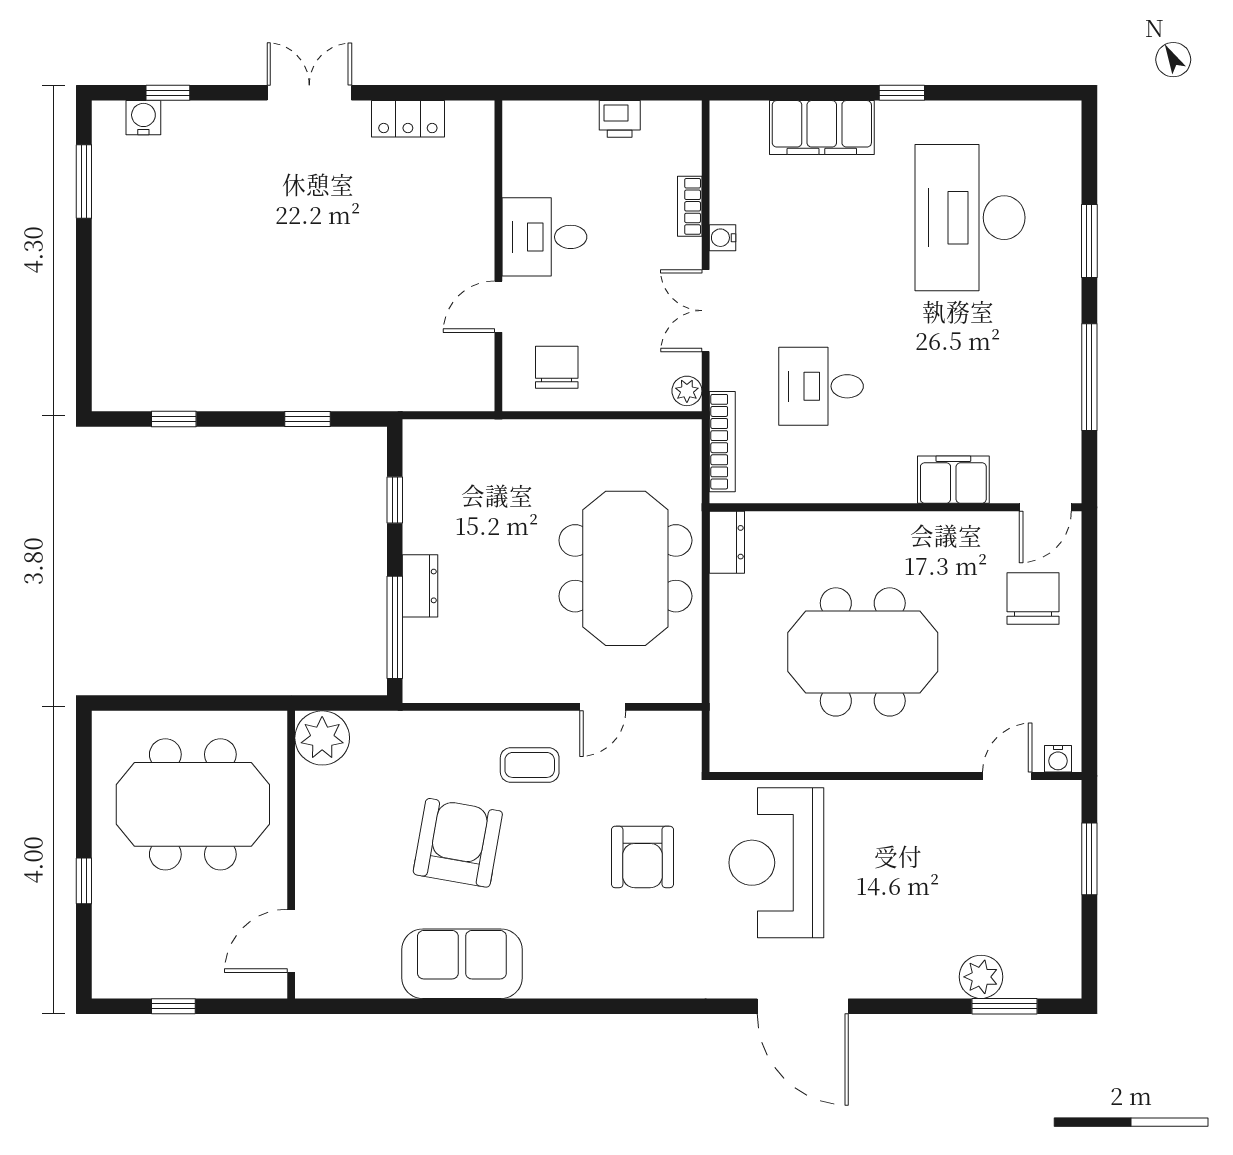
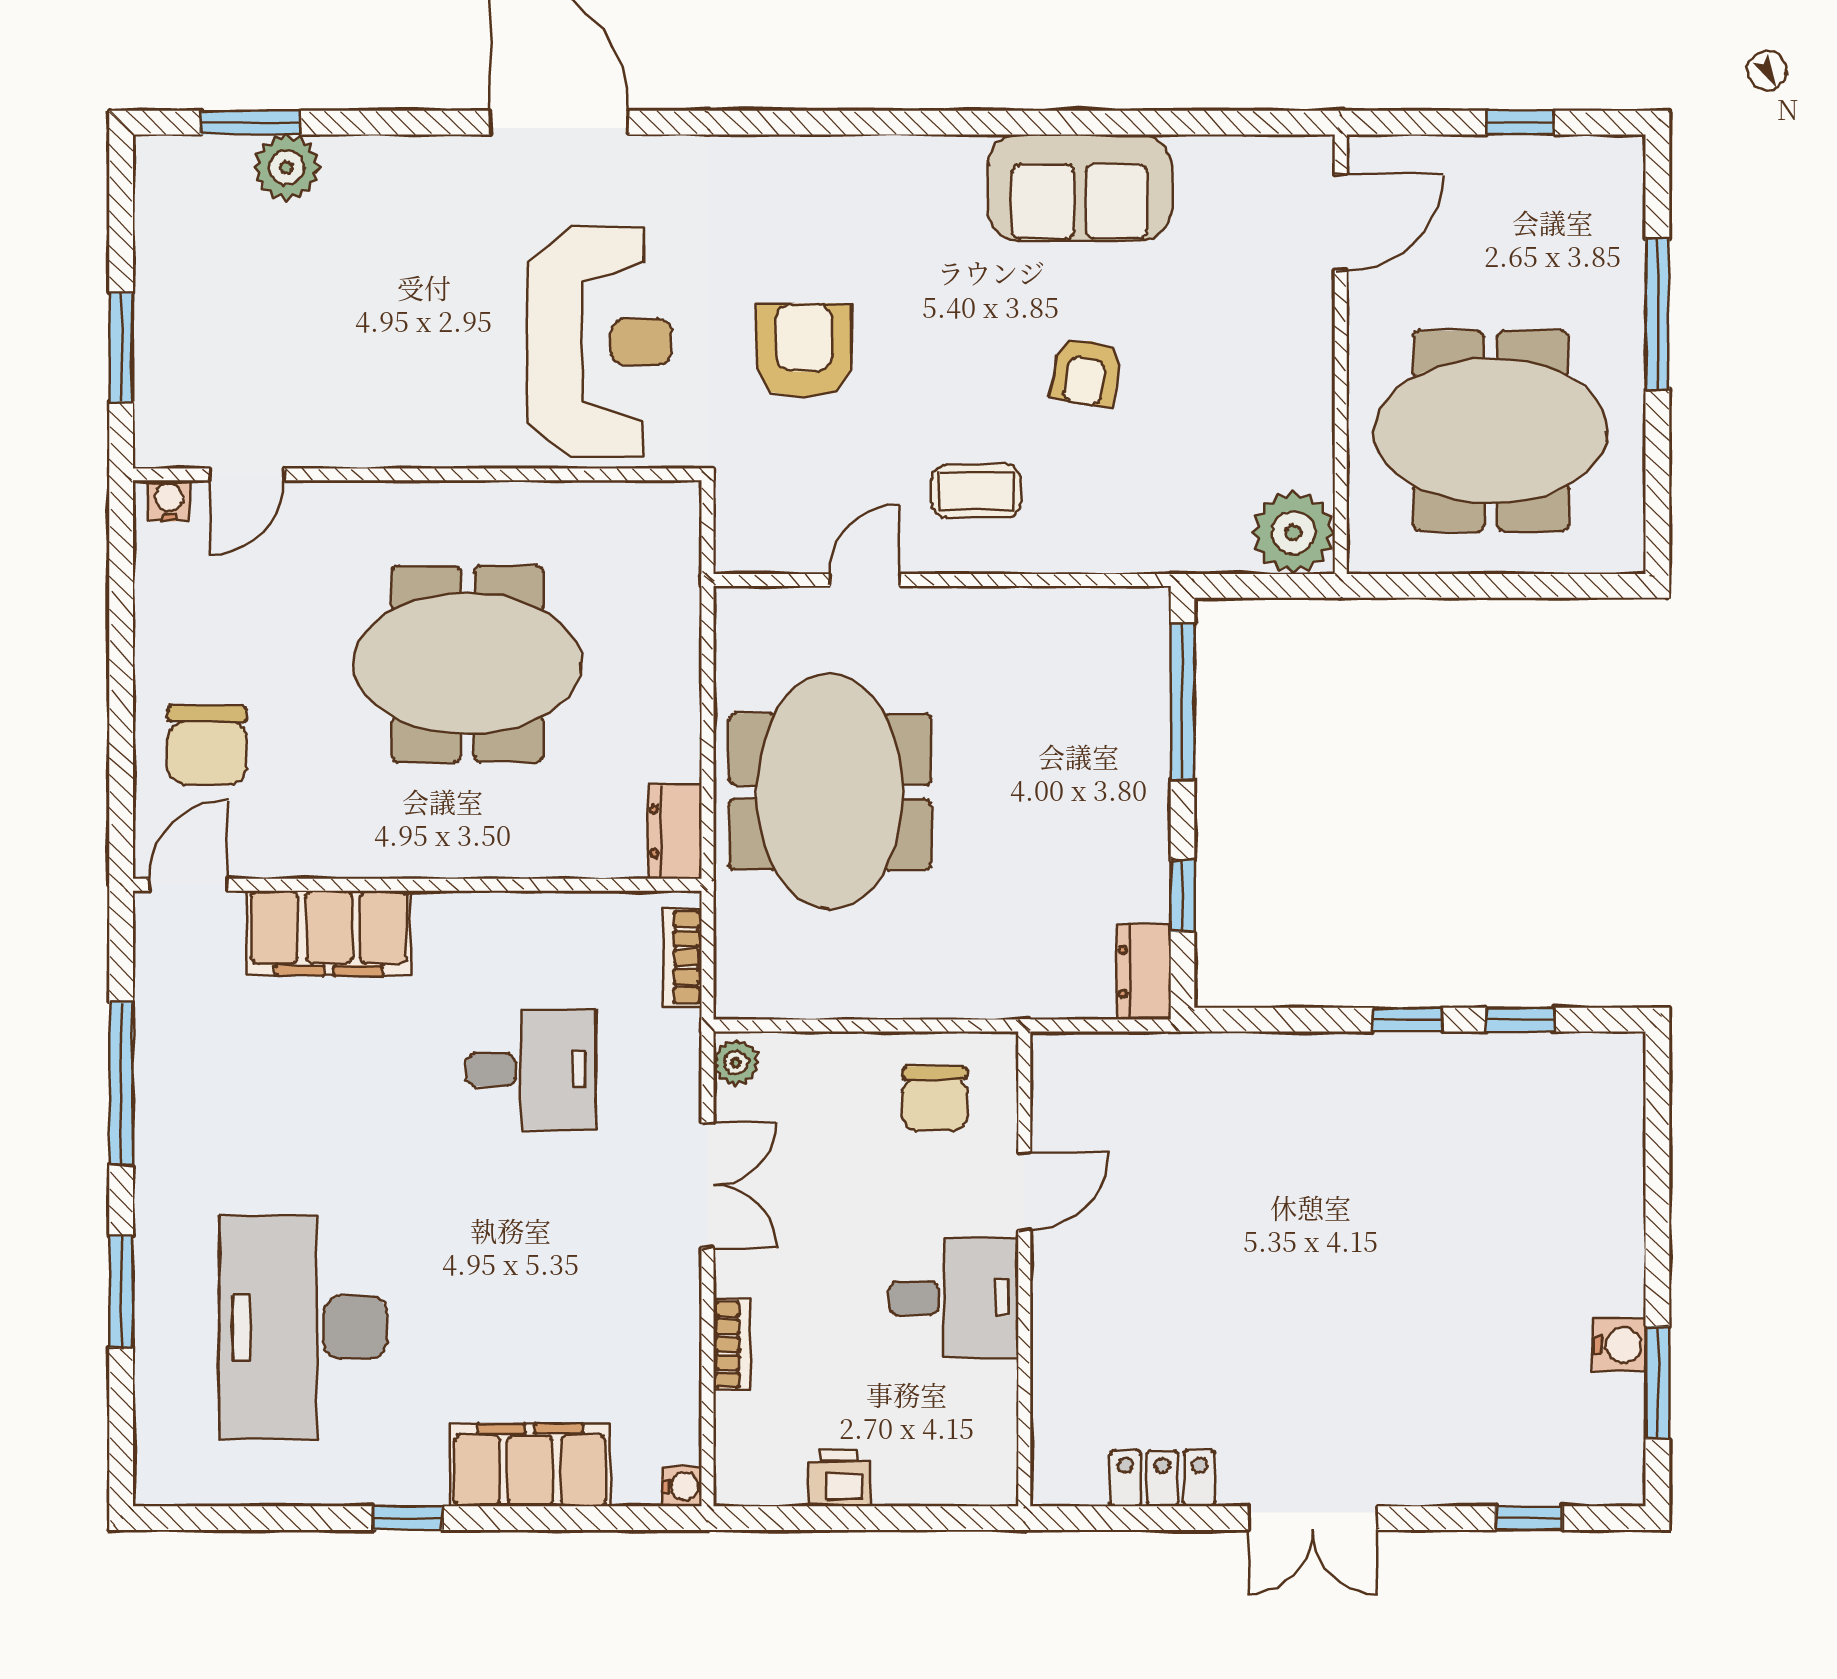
water cooler: (143, 118) -> (1619, 1345), moved, turned -90
desk: (970, 218) -> (303, 1327), turned 180
water cooler: (723, 238) -> (682, 1486), moved
window: (308, 419) -> (1407, 1020), moved
bookcase: (722, 442) -> (682, 957), width x0.64
filing cabinet: (953, 480) -> (329, 933), width x1.50, depth x1.17
dresser: (420, 586) -> (1144, 972), moved
armchair: (458, 843) -> (1086, 372), width x0.53, depth x0.53
window: (84, 881) -> (1657, 314), width x2.17

